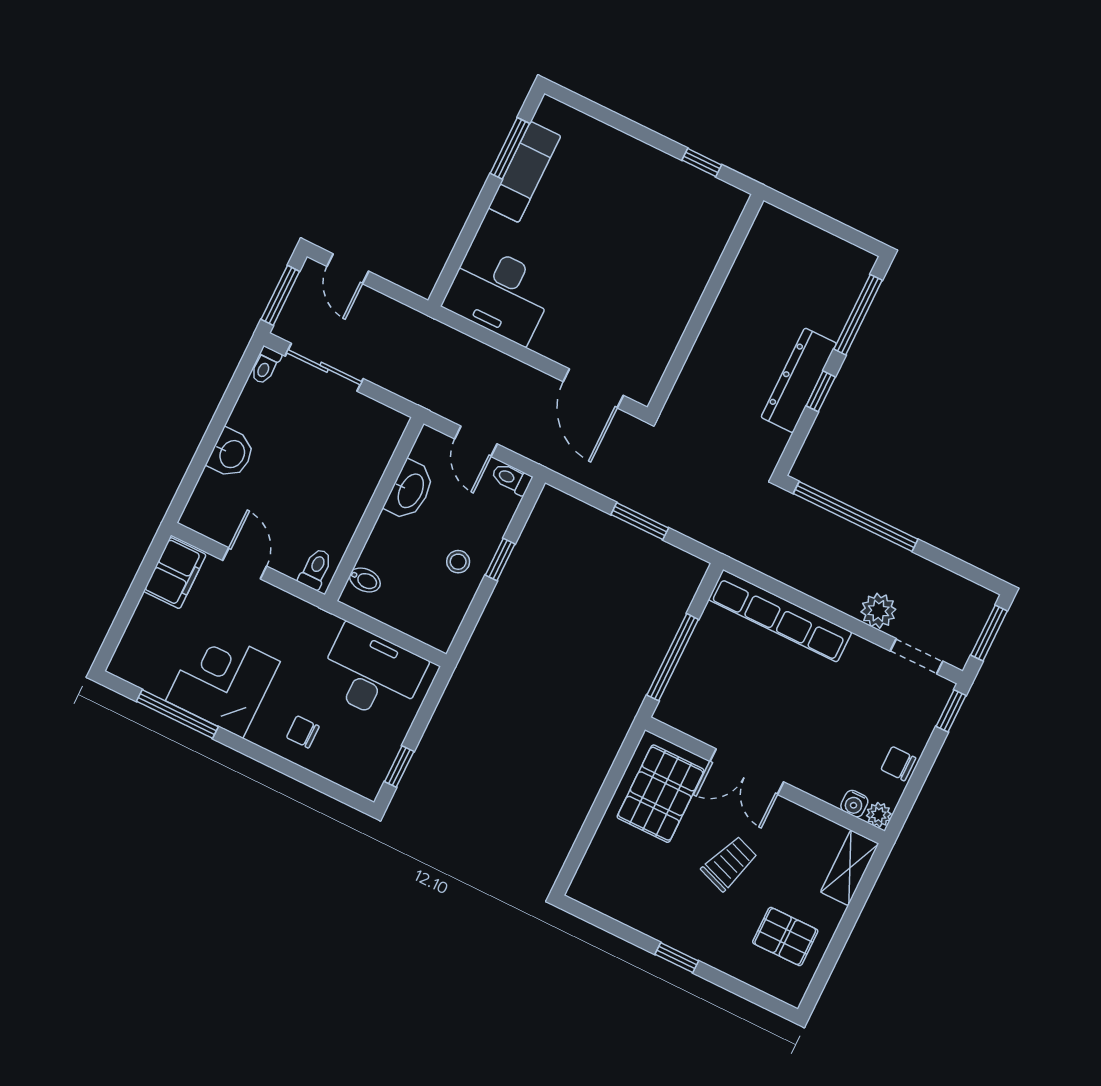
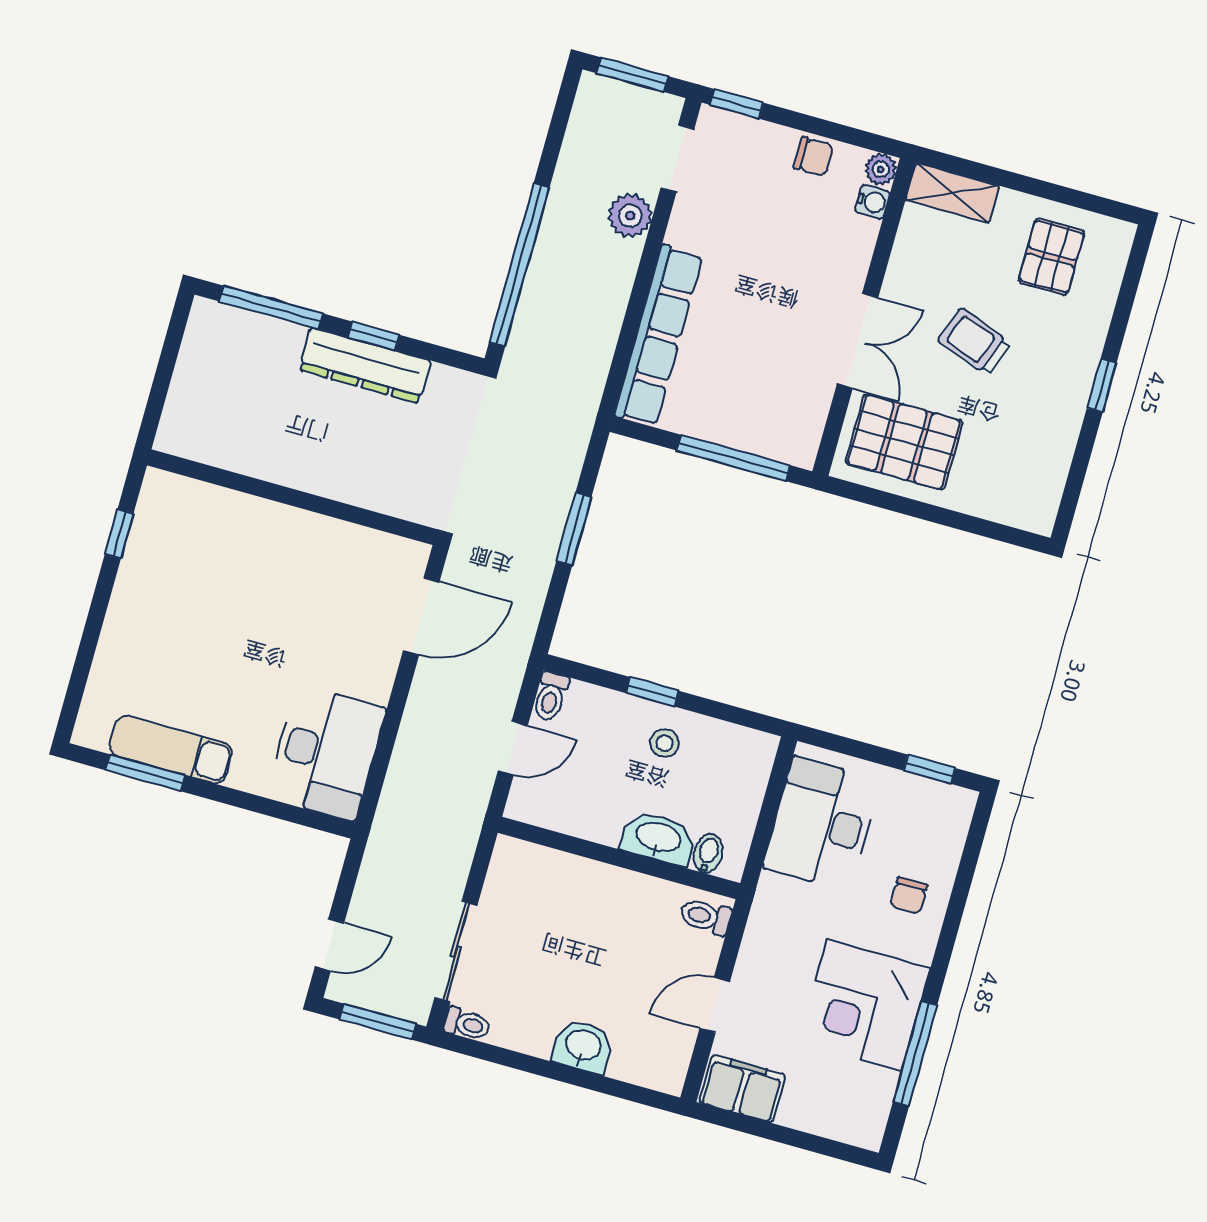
washbasin: (410, 490) -> (658, 838), moved
chair: (898, 764) -> (813, 157), turned -90

